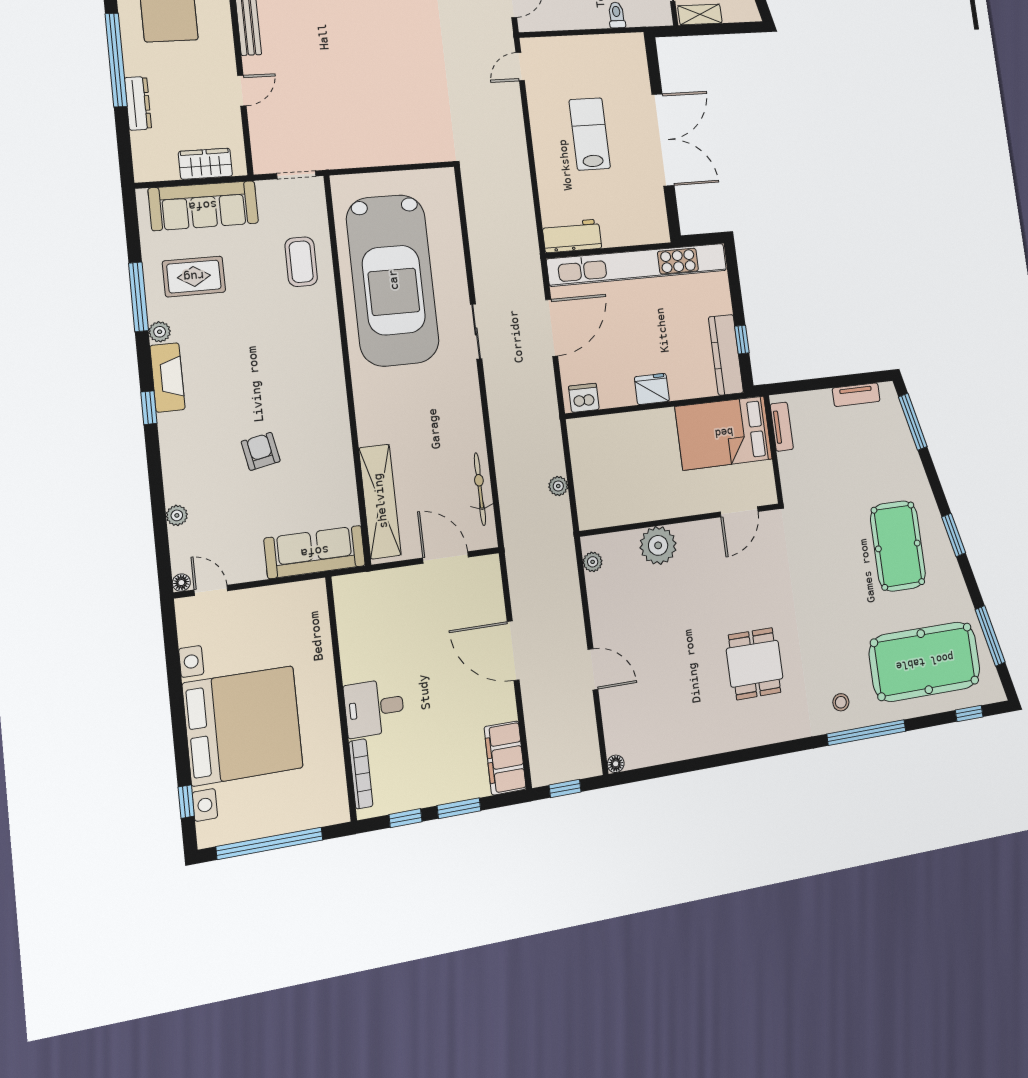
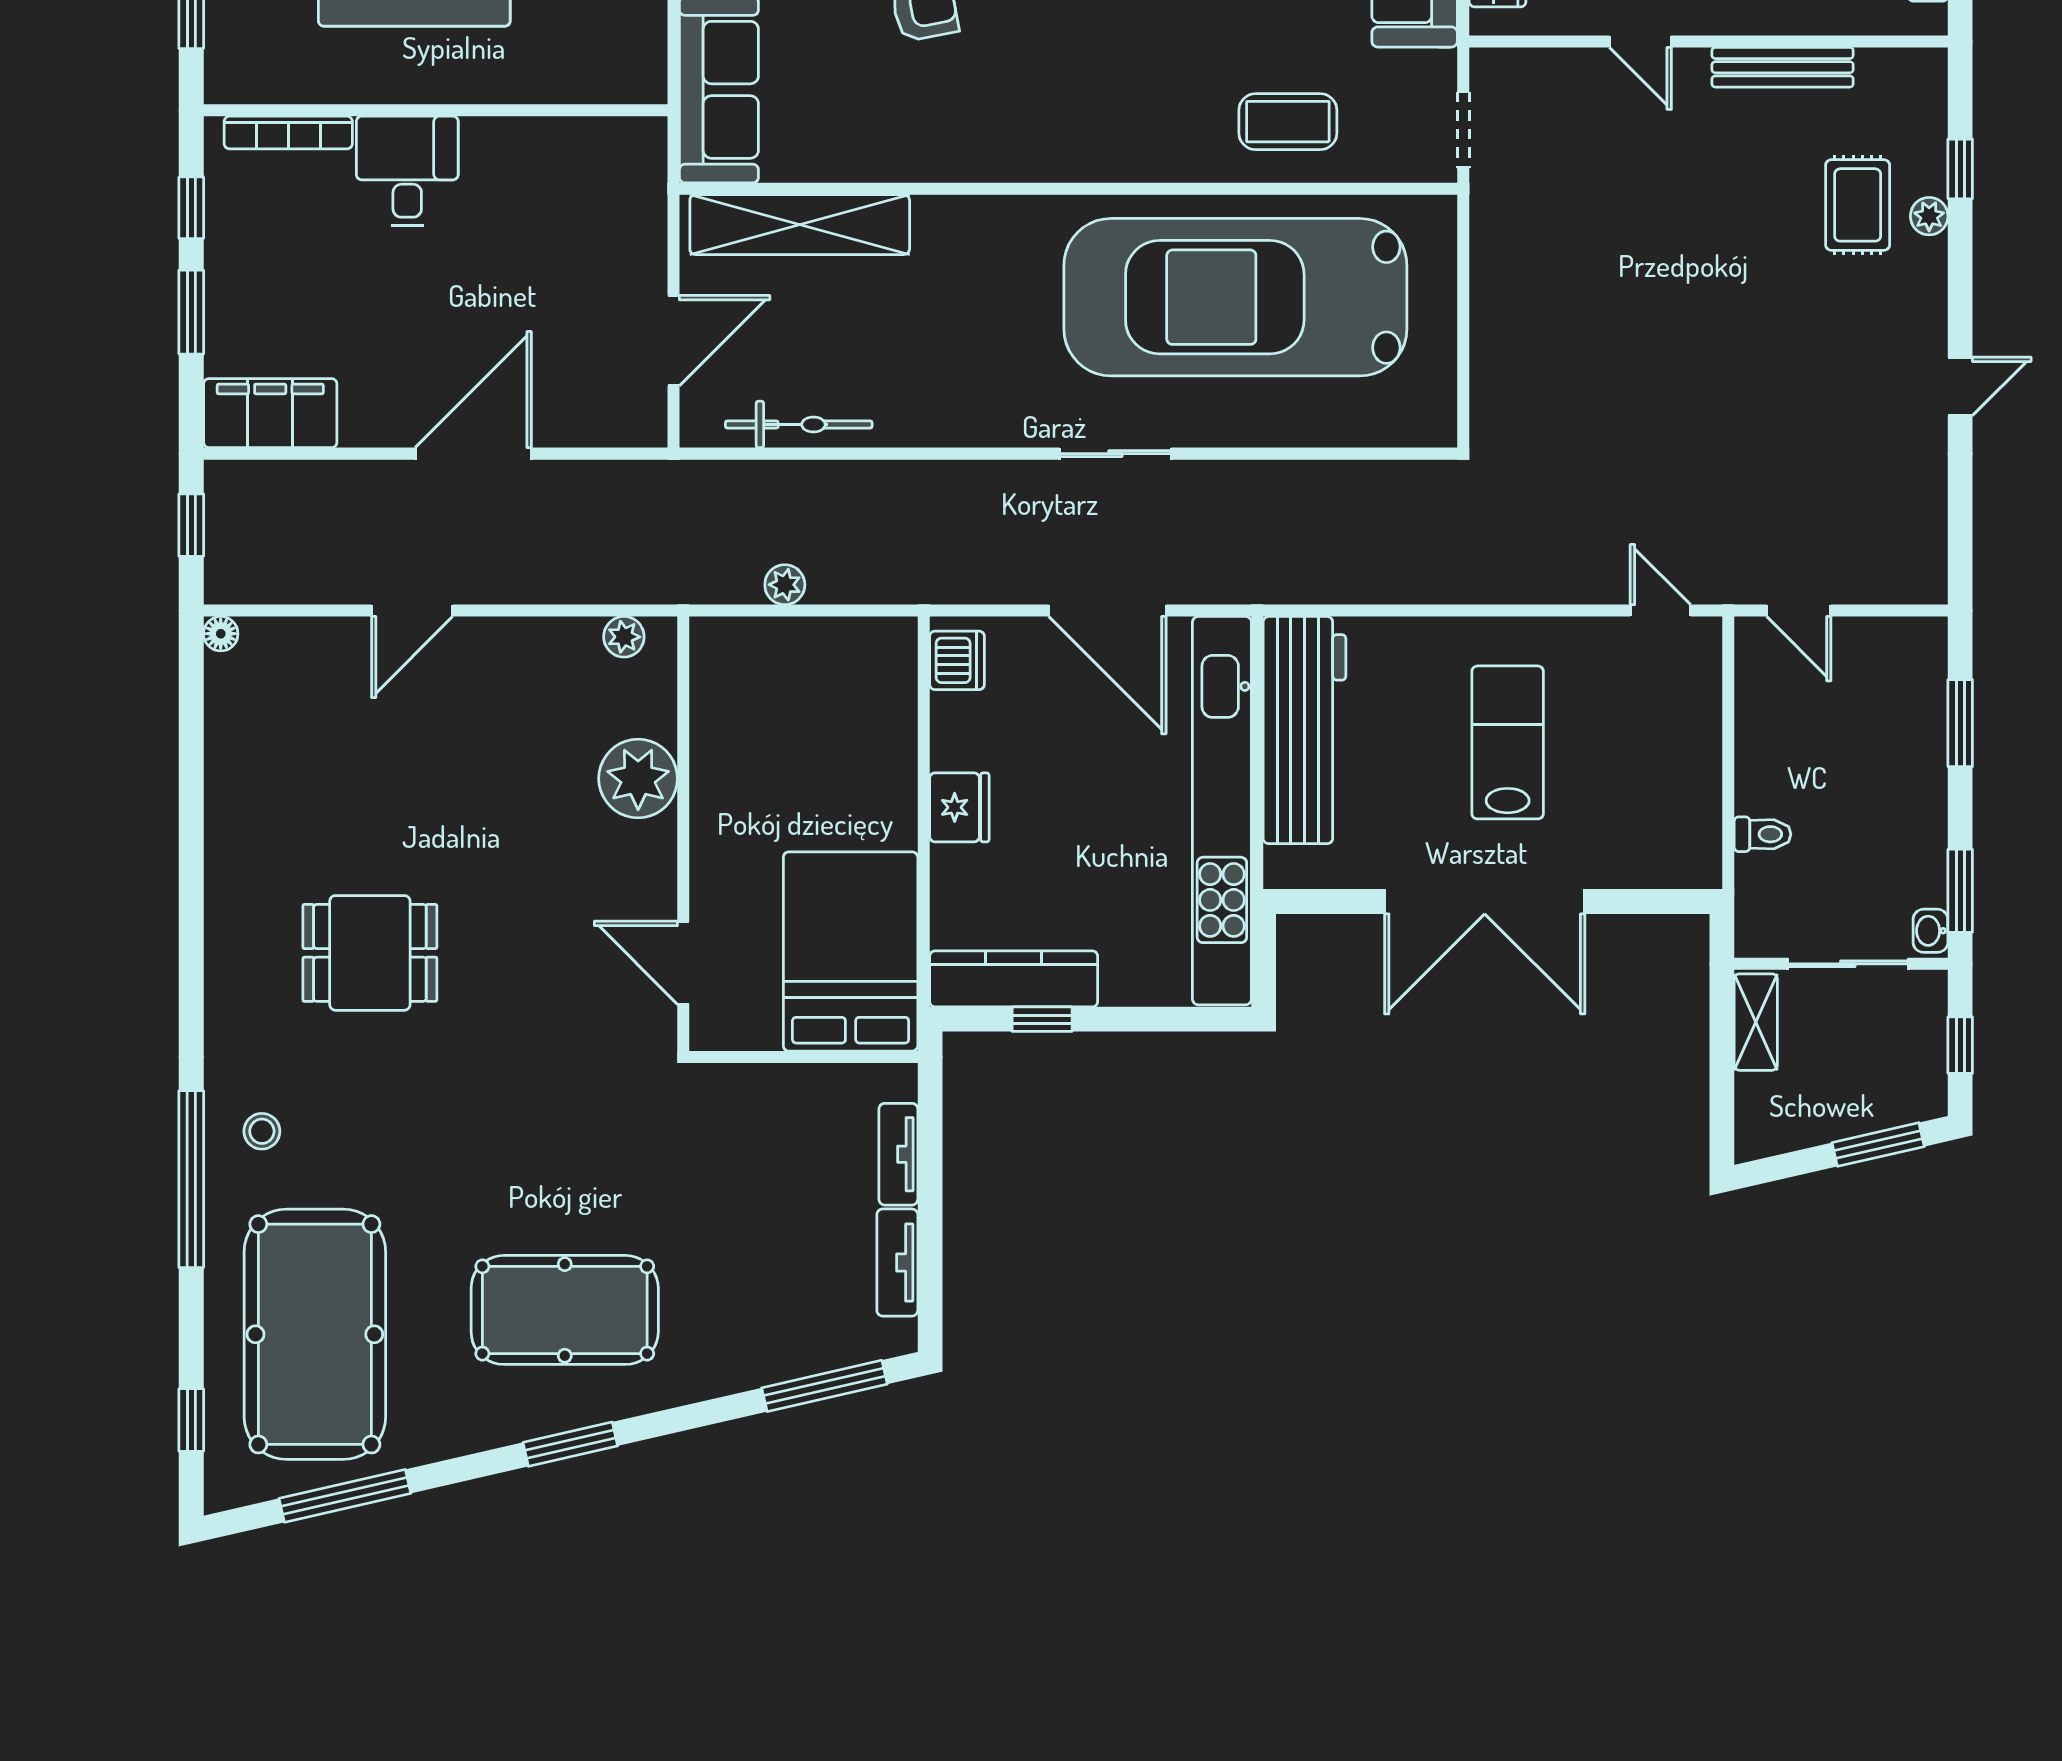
lab bench: (590, 134) -> (1508, 742), turned -90
workbench: (572, 236) -> (1305, 730), width x1.88, depth x1.32
tv unit: (782, 427) -> (898, 1154), moved, turned 90

